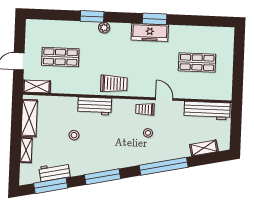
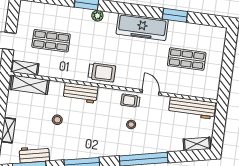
window: (155, 19) -> (175, 15), moved
freezer: (150, 32) -> (142, 27), width x1.36, depth x1.26
shelving: (29, 118) -> (30, 85), moved, turned 90
shelving: (204, 148) -> (197, 144), moved

